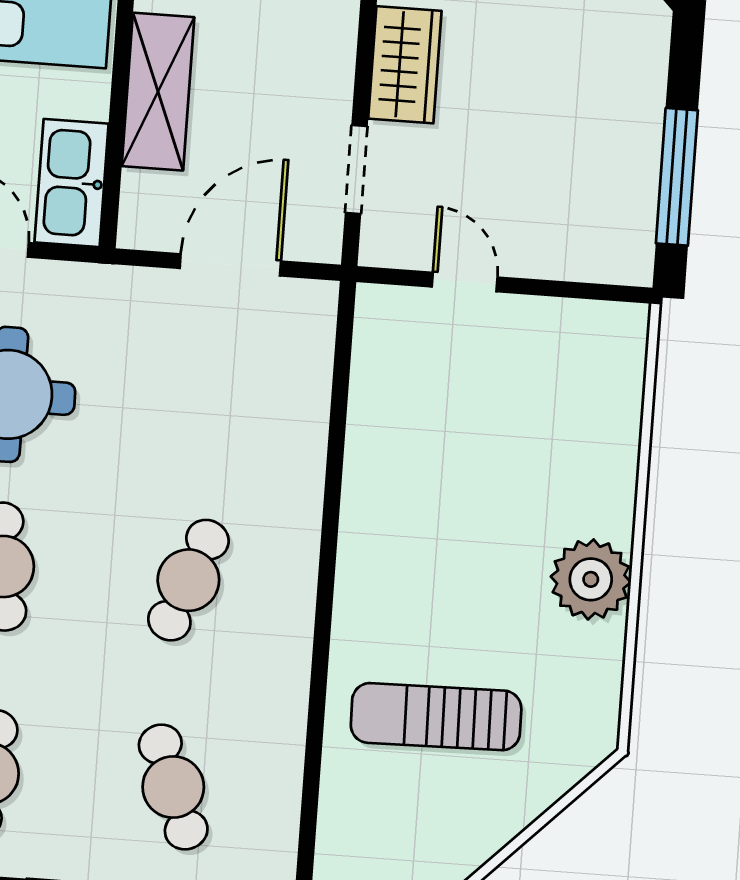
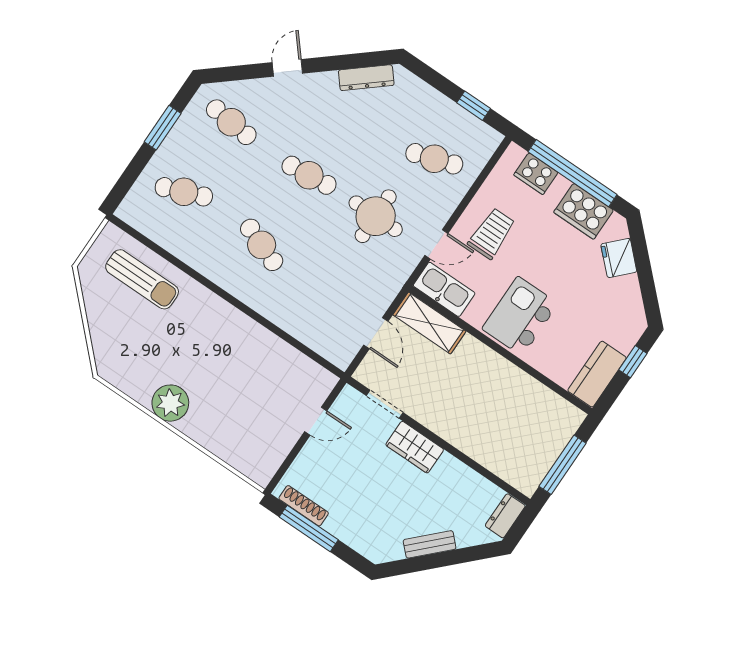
shelving: (158, 92) -> (429, 323), moved
shoe rack: (639, 212) -> (304, 506), added
door: (230, 265) -> (376, 333), width x0.73
sun lounger: (436, 717) -> (142, 279), moved, turned 91

